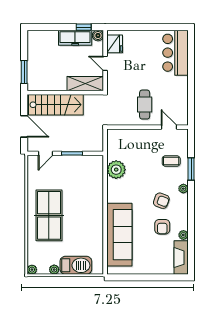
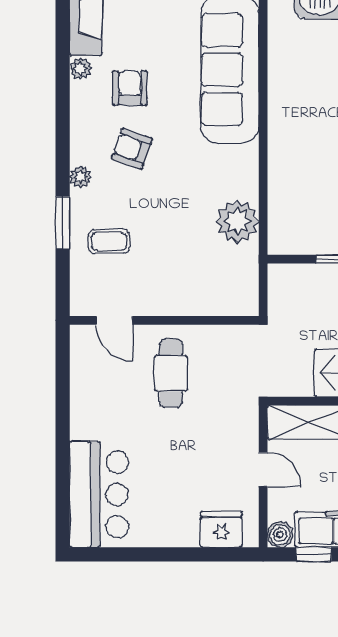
fridge: (115, 44) -> (221, 529), moved, turned 90

